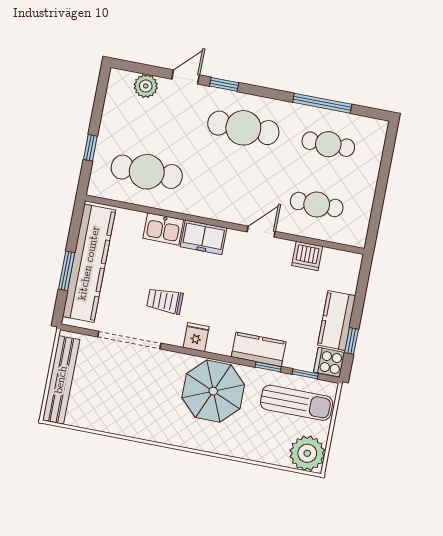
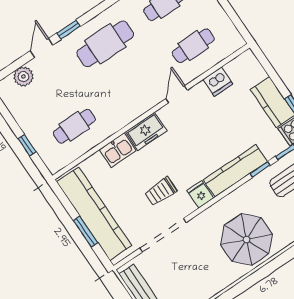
cafe table: (147, 172) -> (74, 126), width x0.73, depth x0.74
kitchen counter: (259, 349) -> (235, 171), width x1.50
parasol: (213, 391) -> (246, 239), moved

